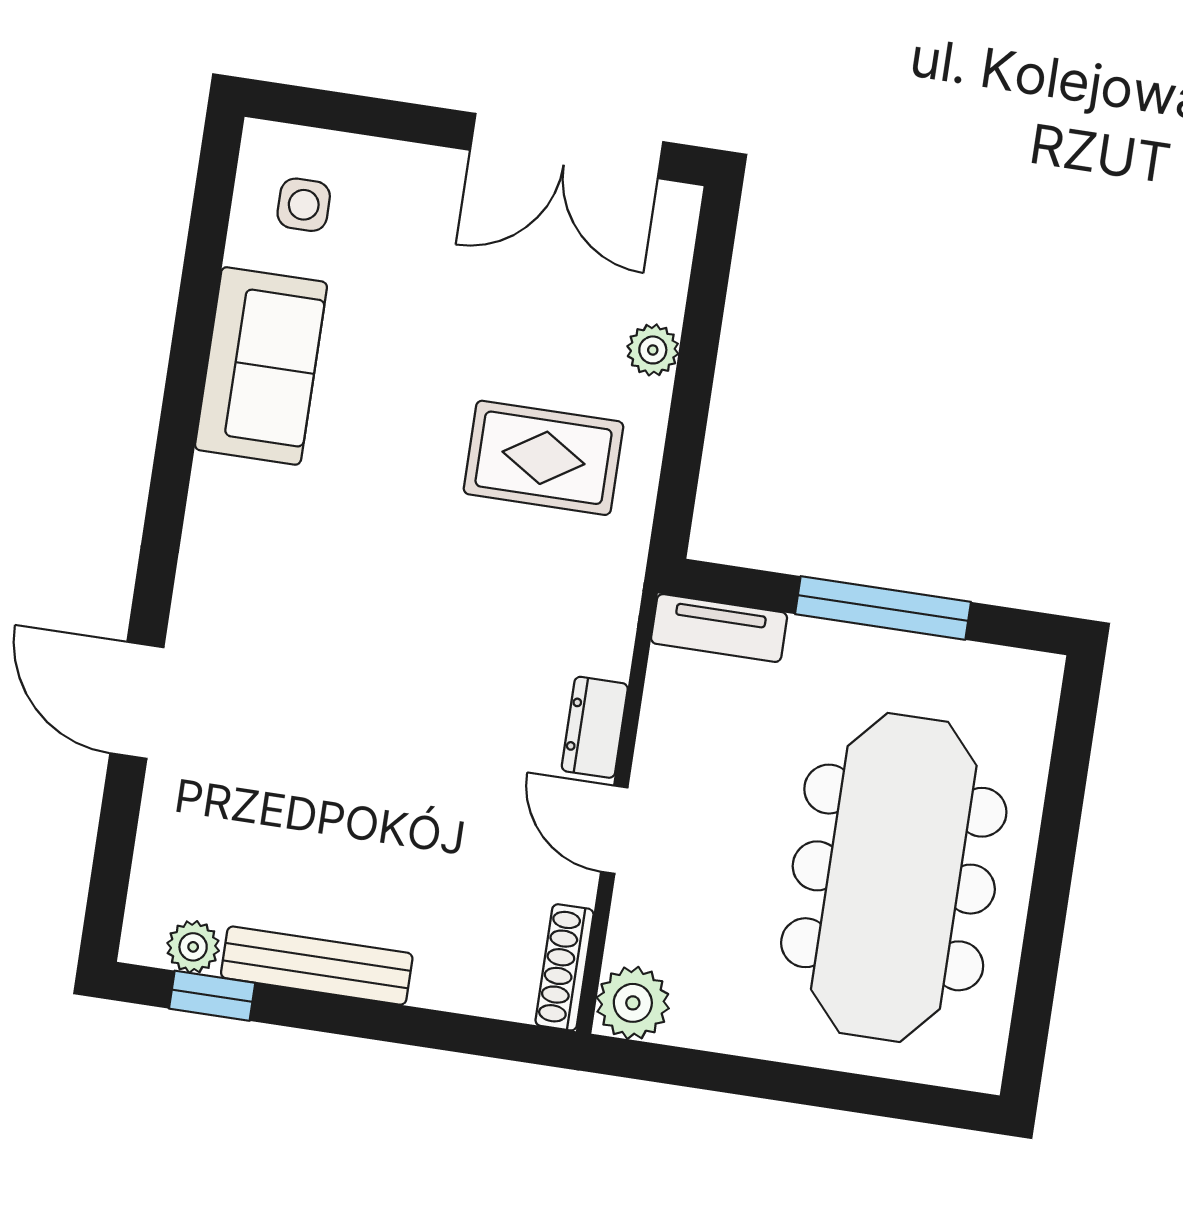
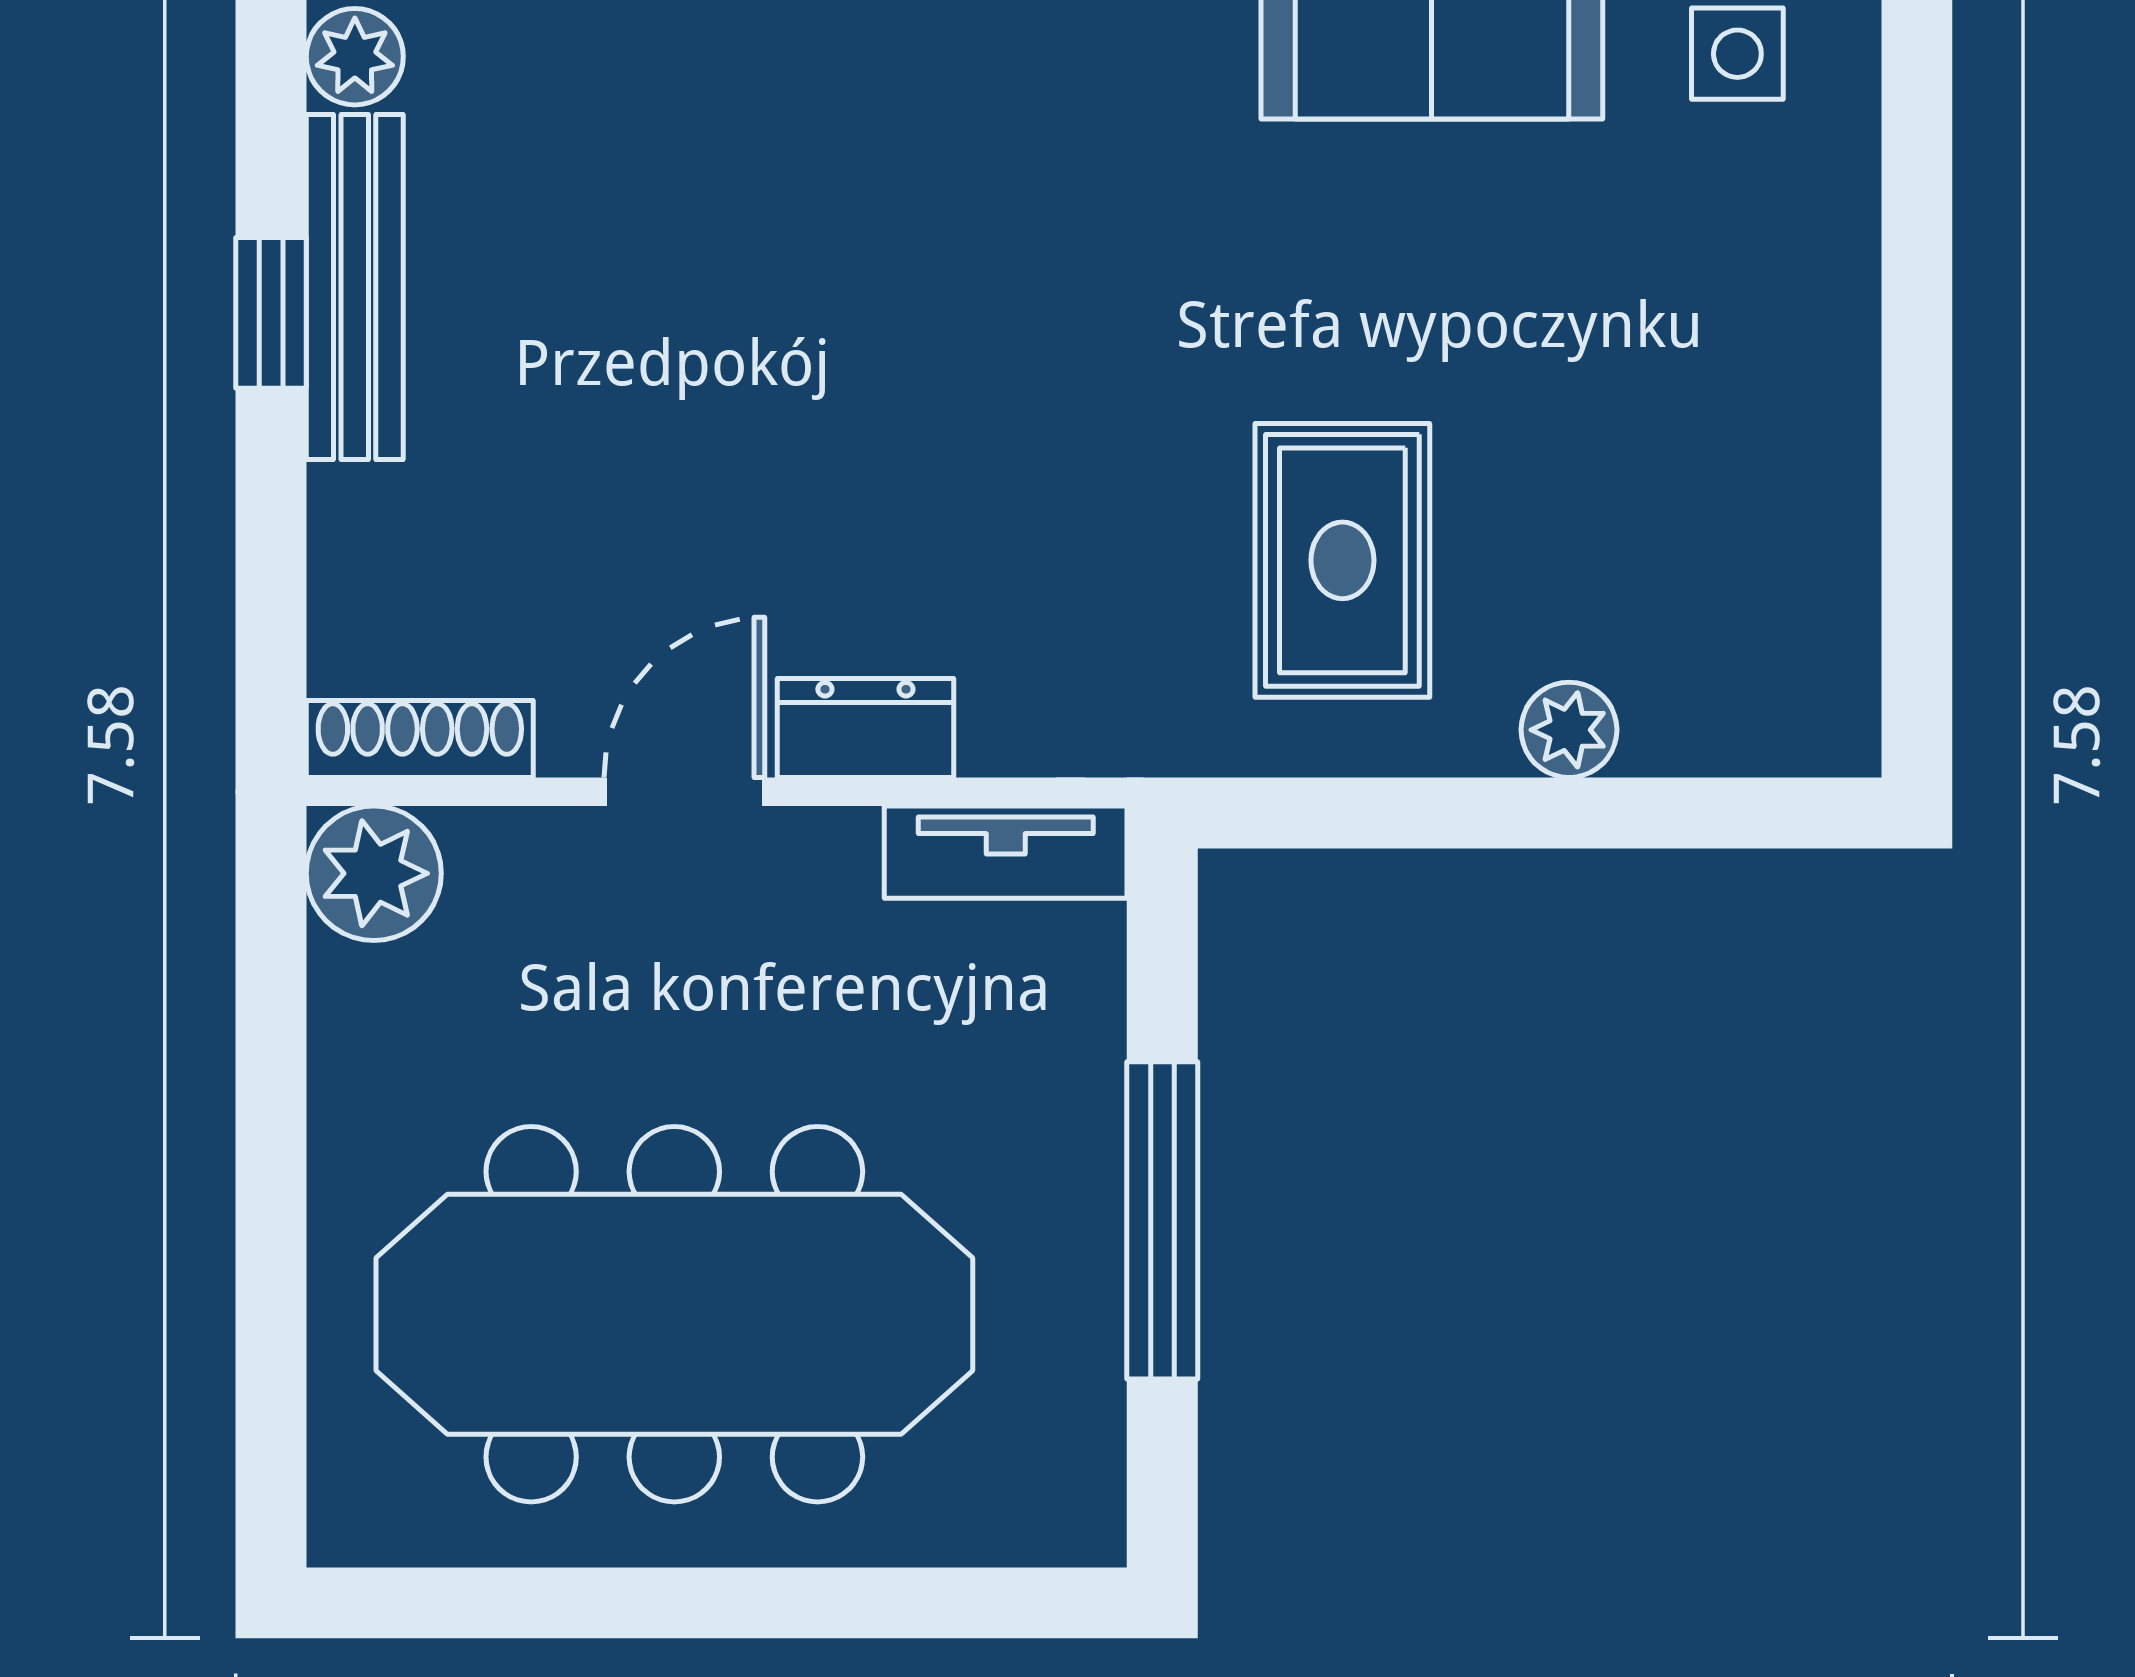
double door: (567, 146) -> (1917, 517), removed
tv unit: (719, 628) -> (1006, 852), moved, turned -90
window: (212, 996) -> (271, 313), moved

